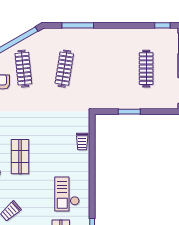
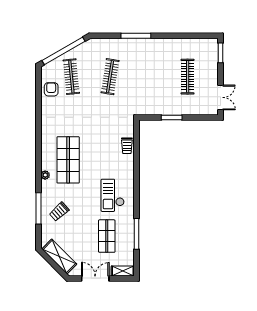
window: (78, 25) -> (136, 36), moved
window: (162, 25) -> (203, 36), removed
shop shelf: (20, 157) -> (68, 160), width x1.43, depth x1.36

